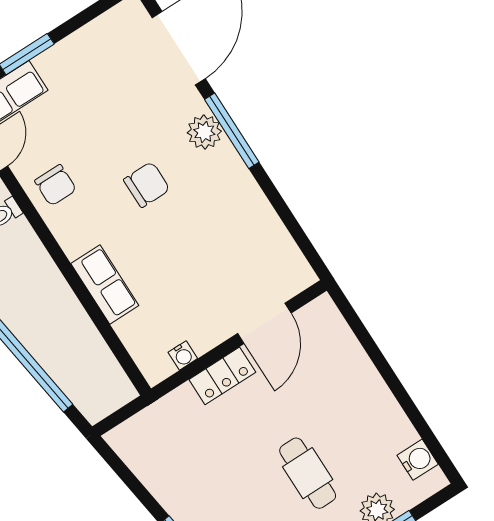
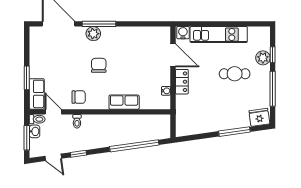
kitchen unit: (367, 389) -> (219, 35), added
water cooler: (418, 460) -> (183, 33), moved

